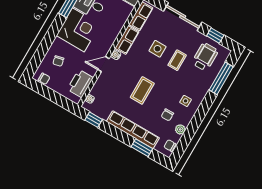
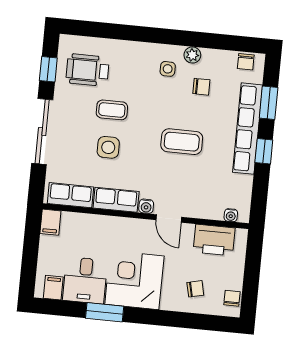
window: (221, 78) -> (109, 31), removed
window: (94, 120) -> (264, 151), moved
plant: (180, 129) -> (192, 55), moved

